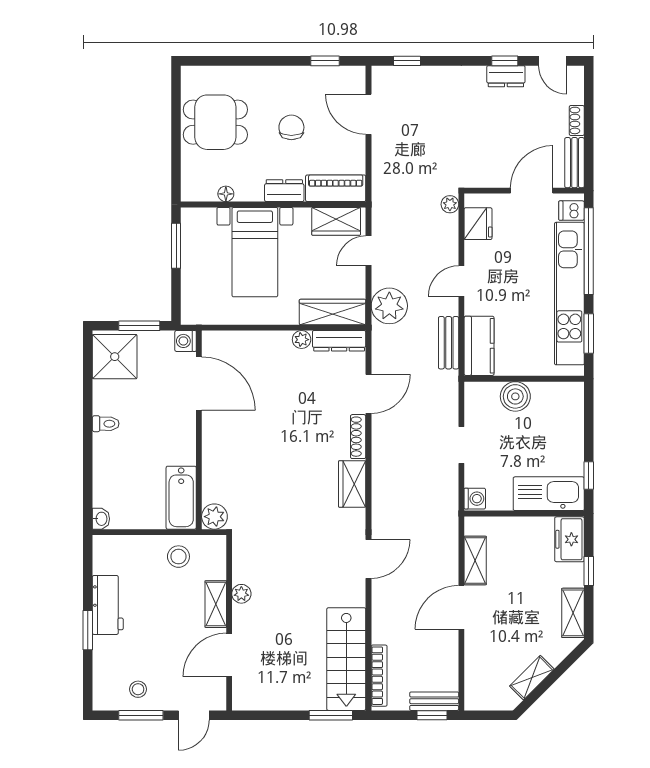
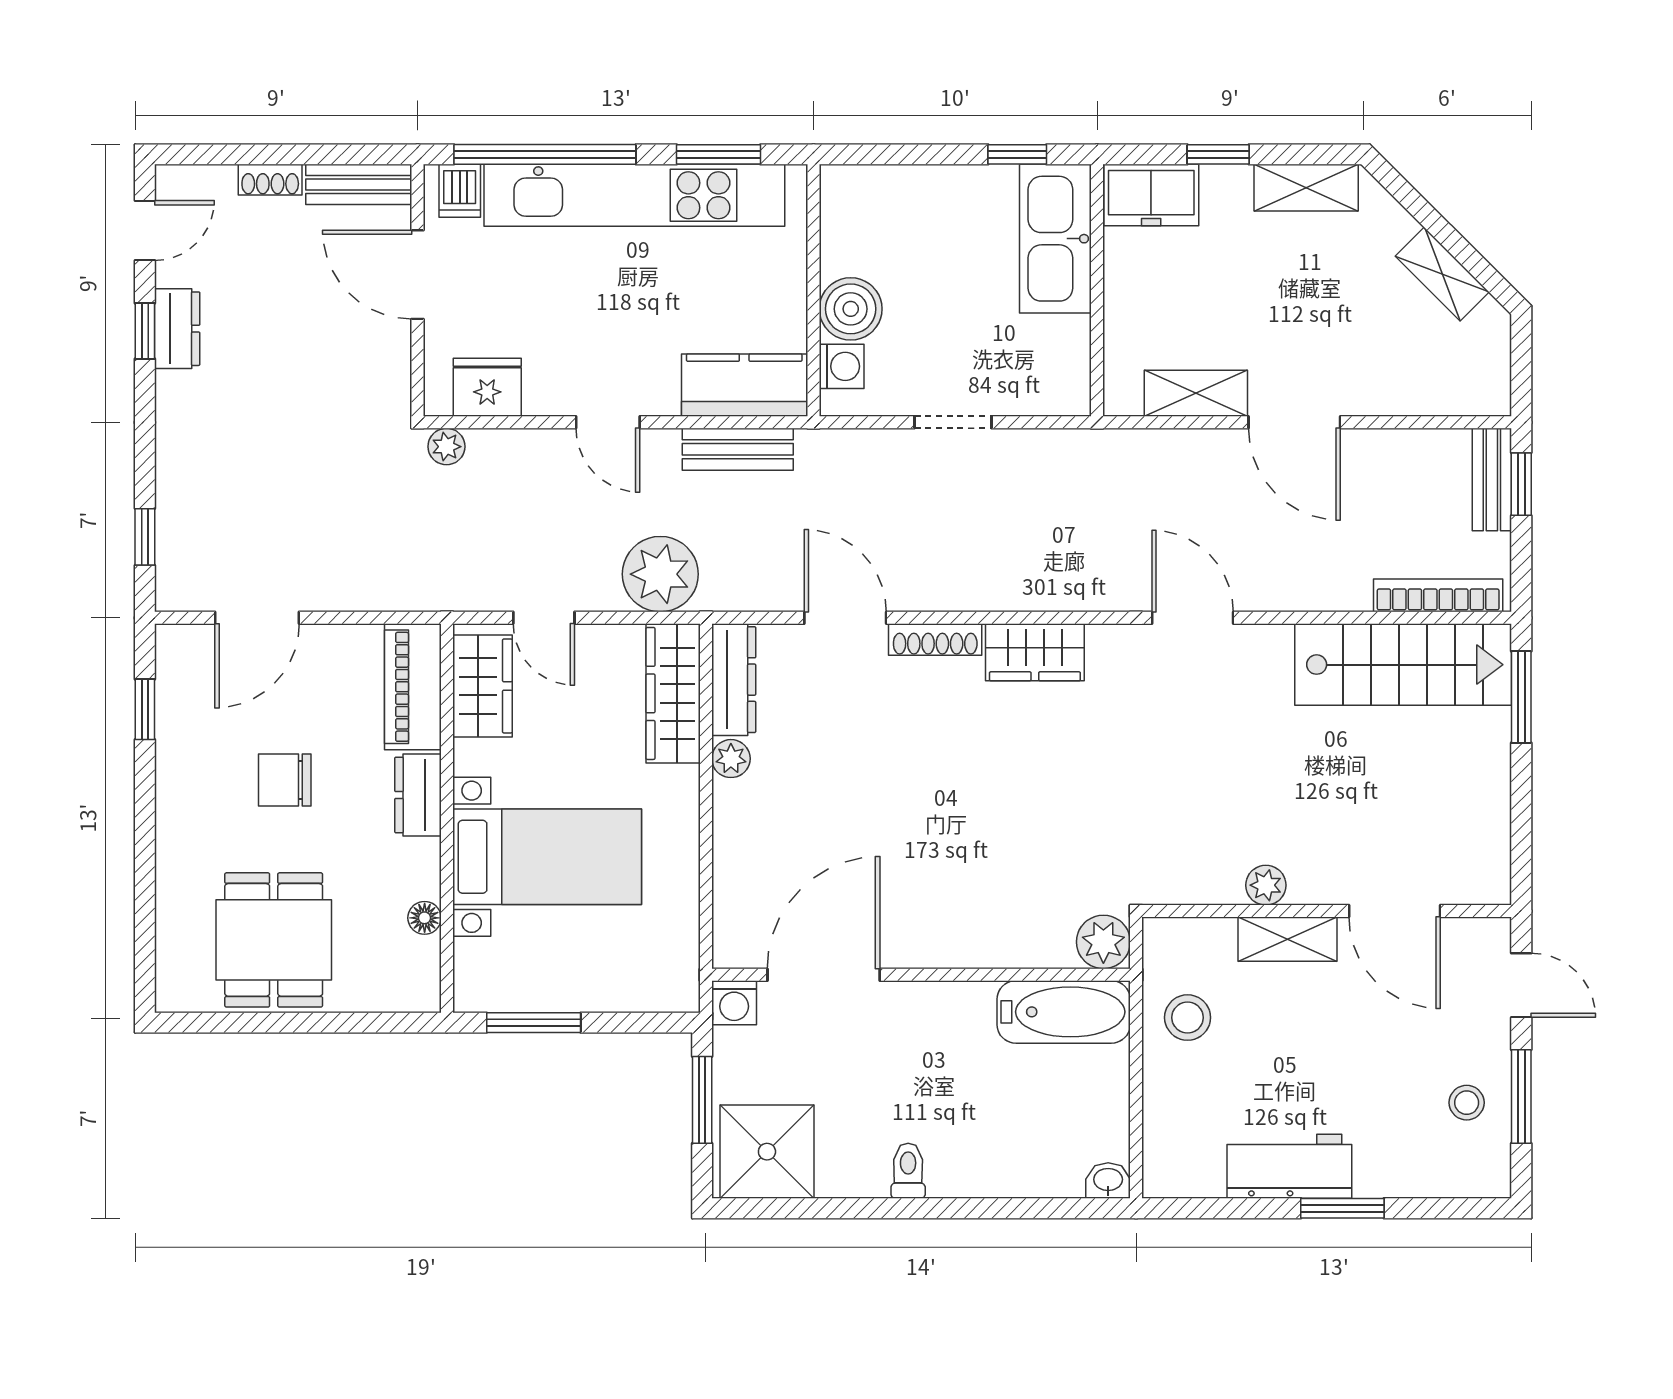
washing machine: (475, 499) -> (842, 366), moved, turned 90

